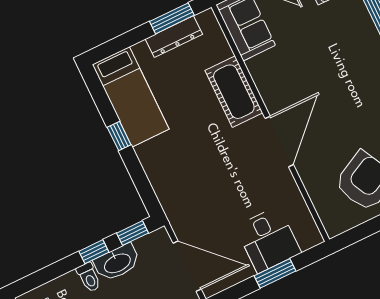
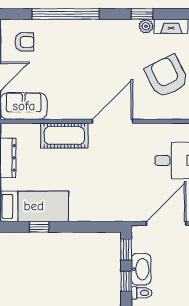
window: (119, 136) -> (39, 227), moved
door: (279, 141) -> (112, 121), hinge flipped

